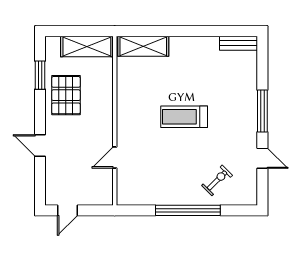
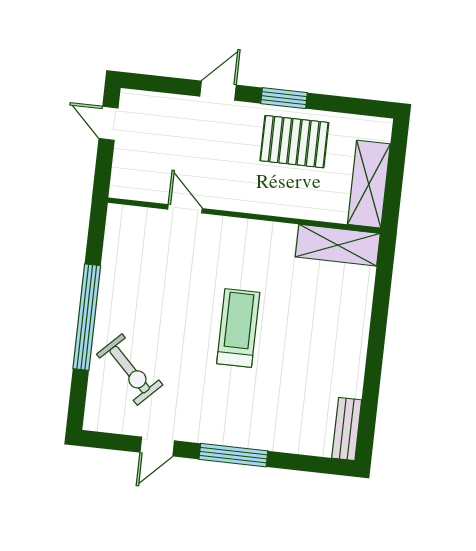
shelving: (143, 46) -> (338, 245), moved, turned 90
window: (40, 75) -> (284, 98), moved
exercise bike: (217, 180) -> (130, 370), width x1.38, depth x1.39

